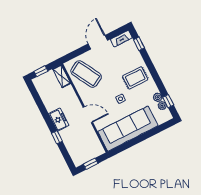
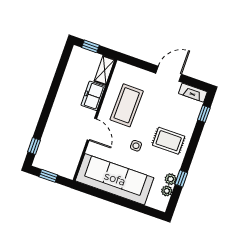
coffee table: (86, 74) -> (127, 105), moved, turned 30
window: (168, 101) -> (181, 179), moved
freezer: (59, 120) -> (93, 96), moved, turned 180
window: (57, 137) -> (34, 146), moved

